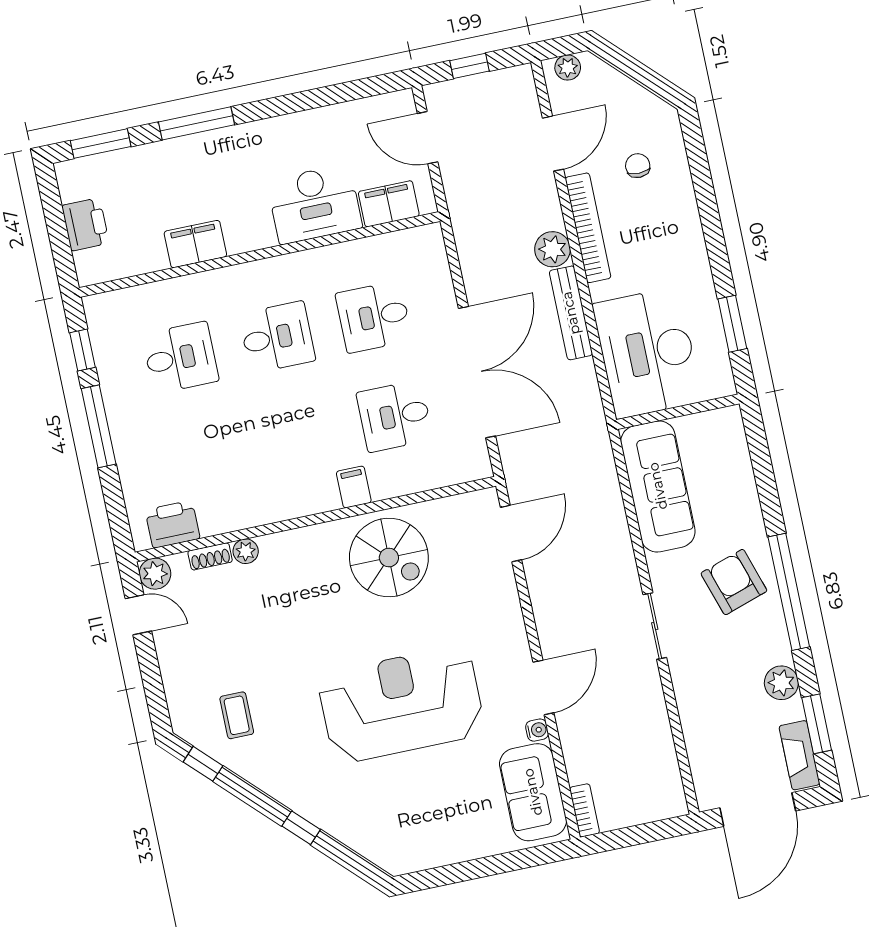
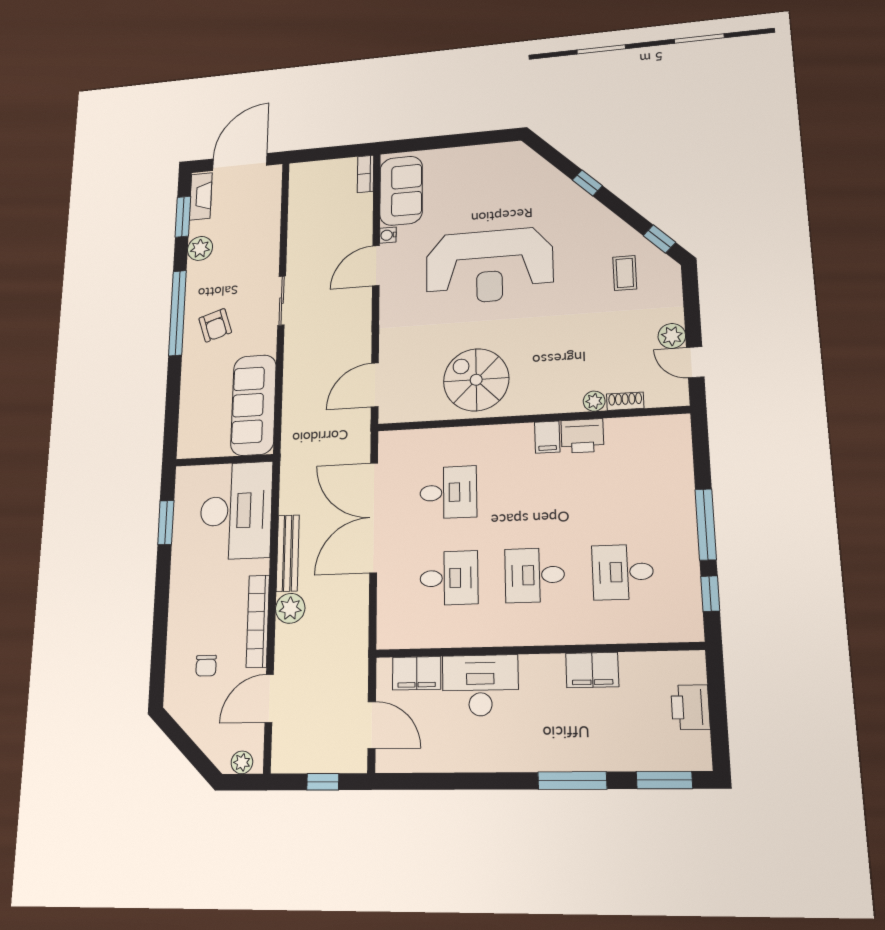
filing cabinet: (354, 487) -> (547, 437), moved
printer: (173, 524) -> (582, 436), moved
plant: (155, 574) -> (672, 336), moved
armchair: (734, 582) -> (215, 325), width x0.72, depth x0.72

